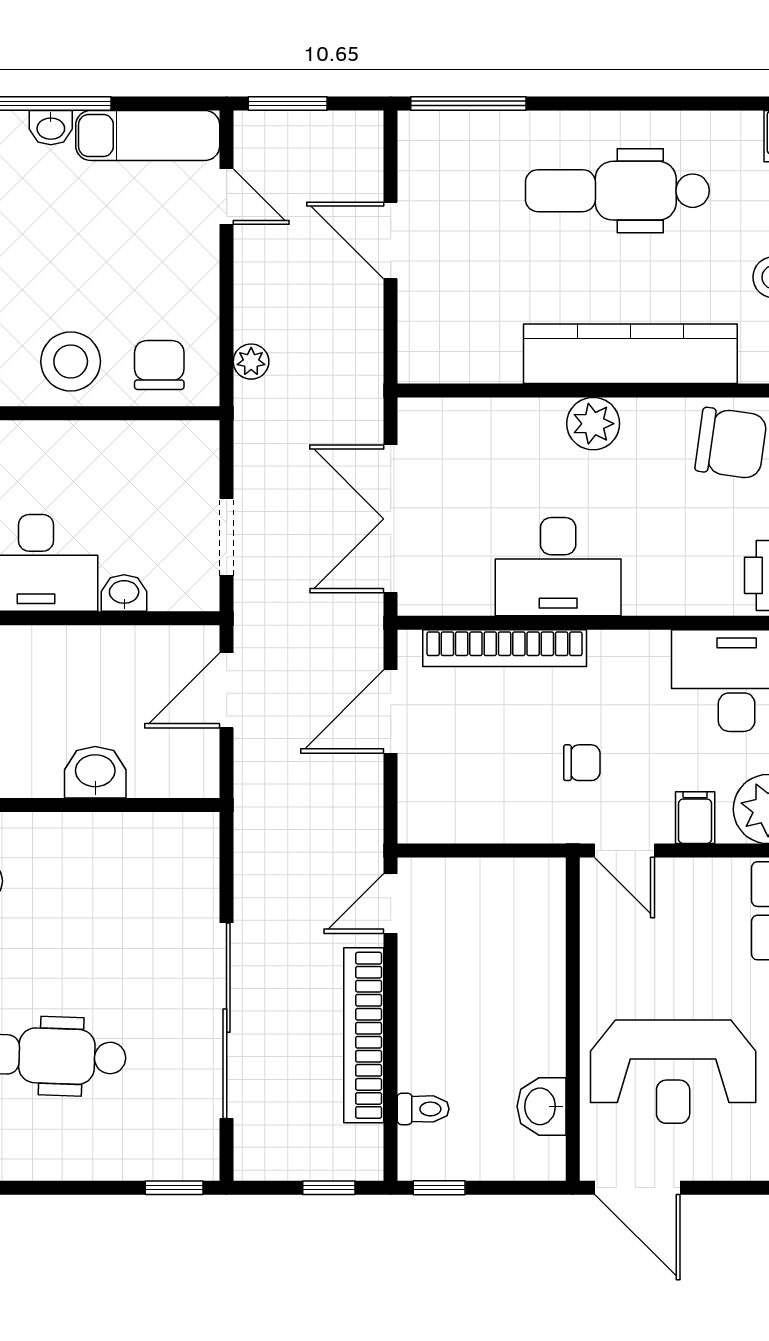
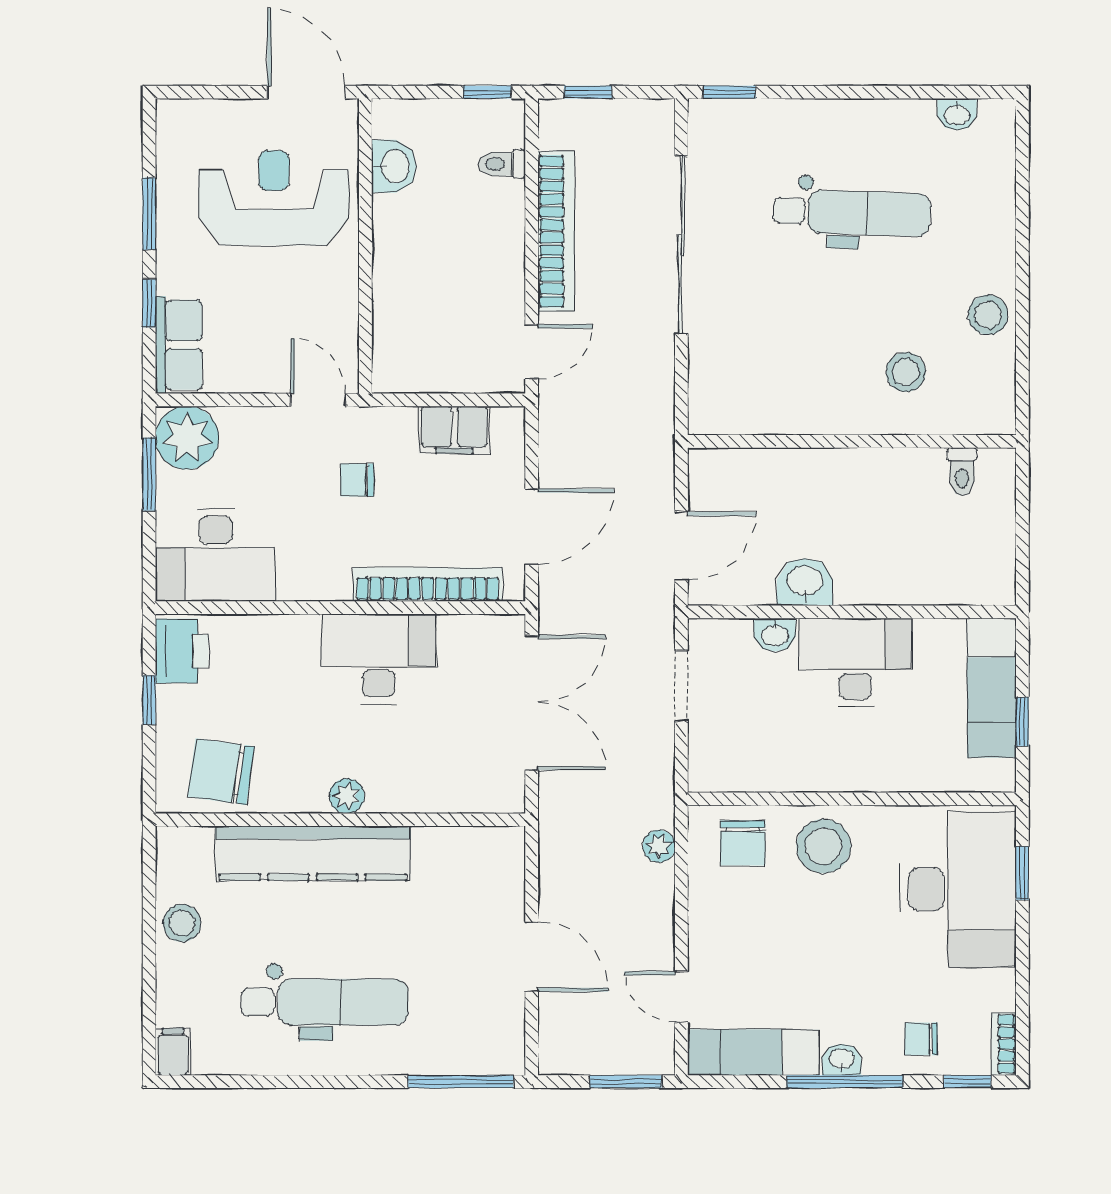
plant: (593, 424) -> (347, 796), width x0.73, depth x0.73
washbasin: (95, 772) -> (805, 582), moved, turned 180
filing cabinet: (695, 818) -> (454, 430), moved, width x2.00

